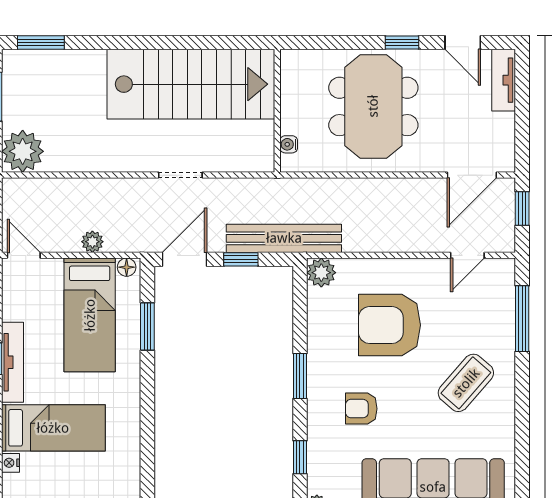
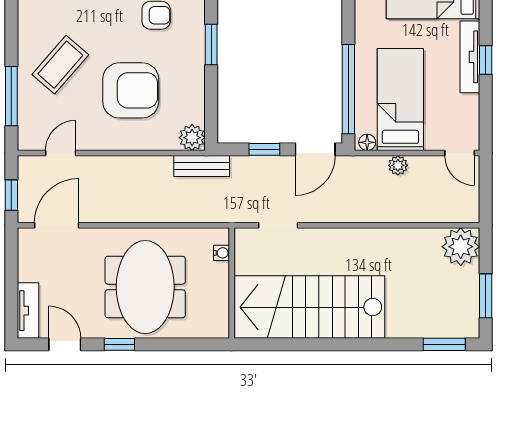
doorway: (180, 175) -> (278, 225), moved
bench: (284, 238) -> (202, 166), width x0.54, depth x0.82
window: (147, 326) -> (348, 89), width x2.11
coffee table: (466, 383) -> (60, 65), moved

